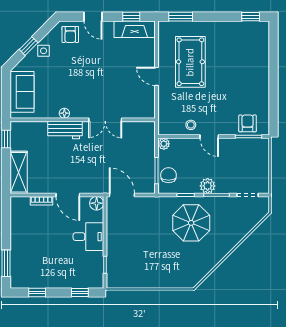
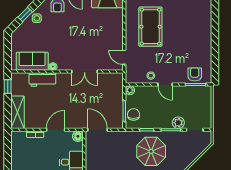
door: (156, 76) -> (124, 57), moved
sofa: (22, 92) -> (32, 61), moved, turned -90
workbench: (65, 130) -> (42, 79), moved
plant: (208, 186) -> (178, 123), moved
door: (68, 195) -> (56, 130), swing flipped

